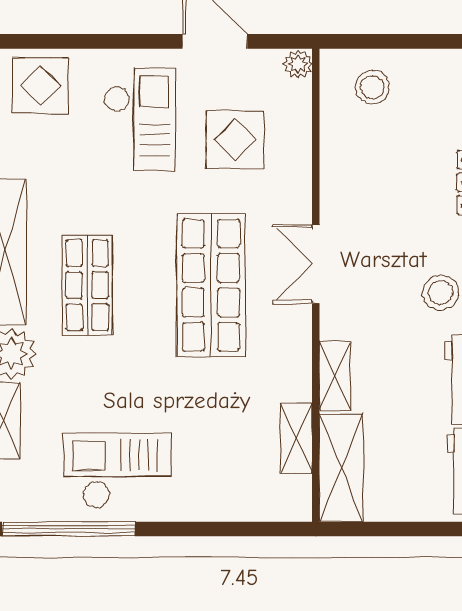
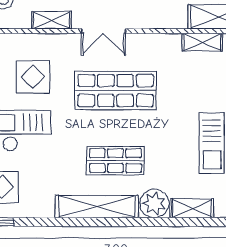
shelving: (335, 376) -> (51, 20), moved

